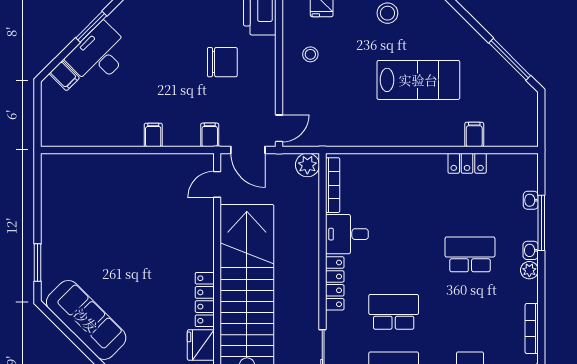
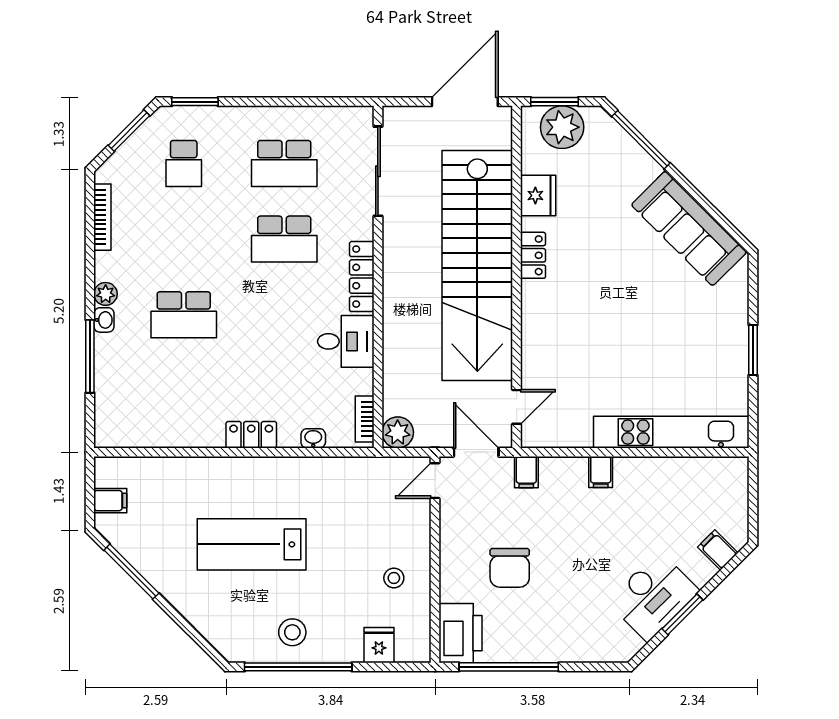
desk: (99, 55) -> (653, 596), moved
chair: (222, 62) -> (510, 568), turned -90
filing cabinet: (474, 134) -> (110, 501), moved, turned -90
locker: (467, 163) -> (251, 435), moved
kitchen unit: (100, 165) -> (671, 432), added
bookcase: (333, 185) -> (365, 419), width x0.64
washbasin: (531, 200) -> (313, 438), moved, turned -90
window: (38, 263) -> (753, 350), moved
locker: (205, 299) -> (533, 255), width x0.66

